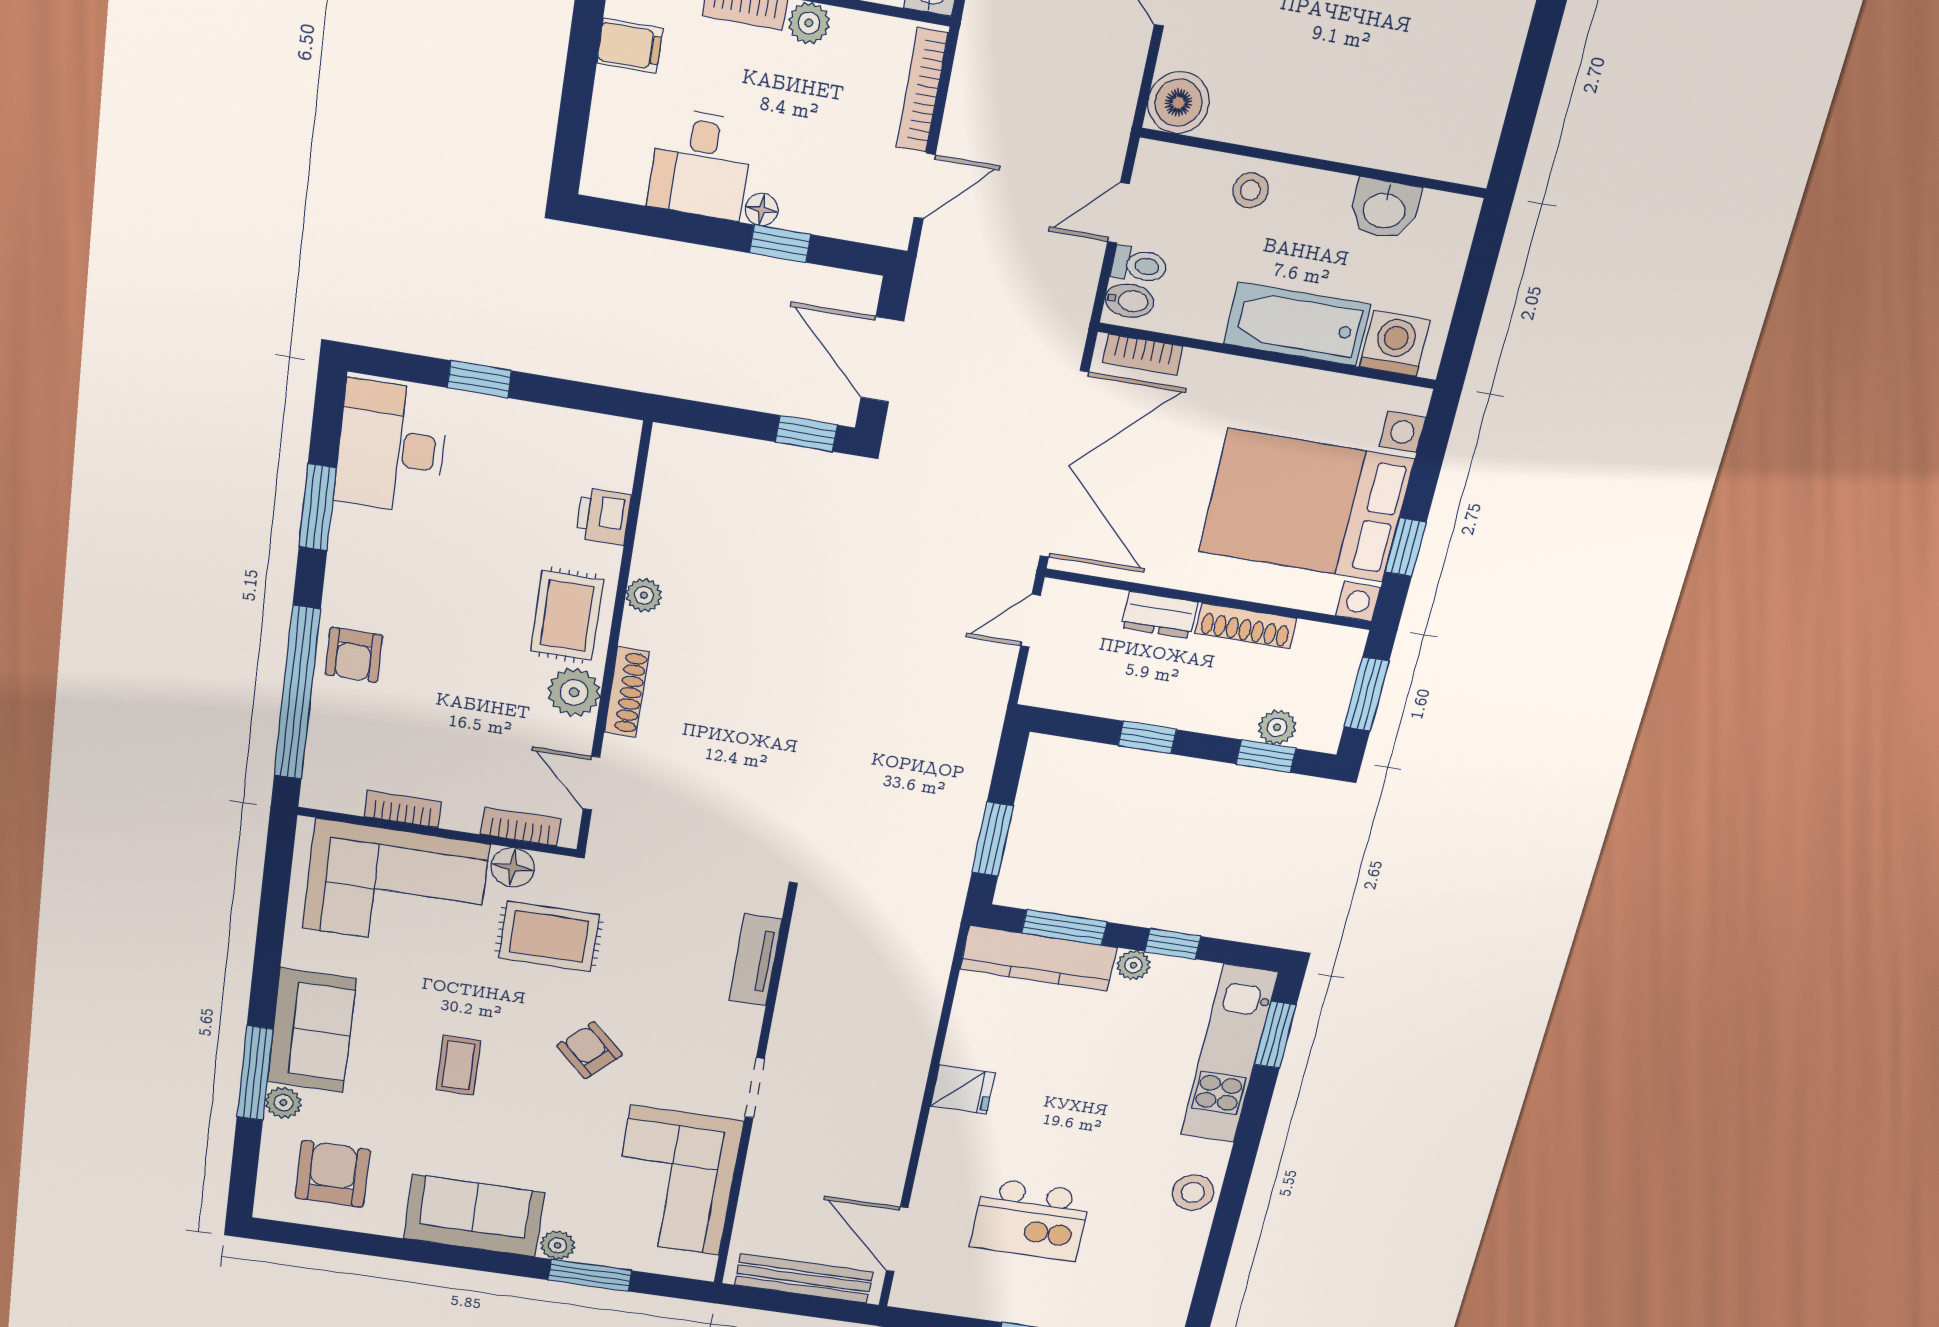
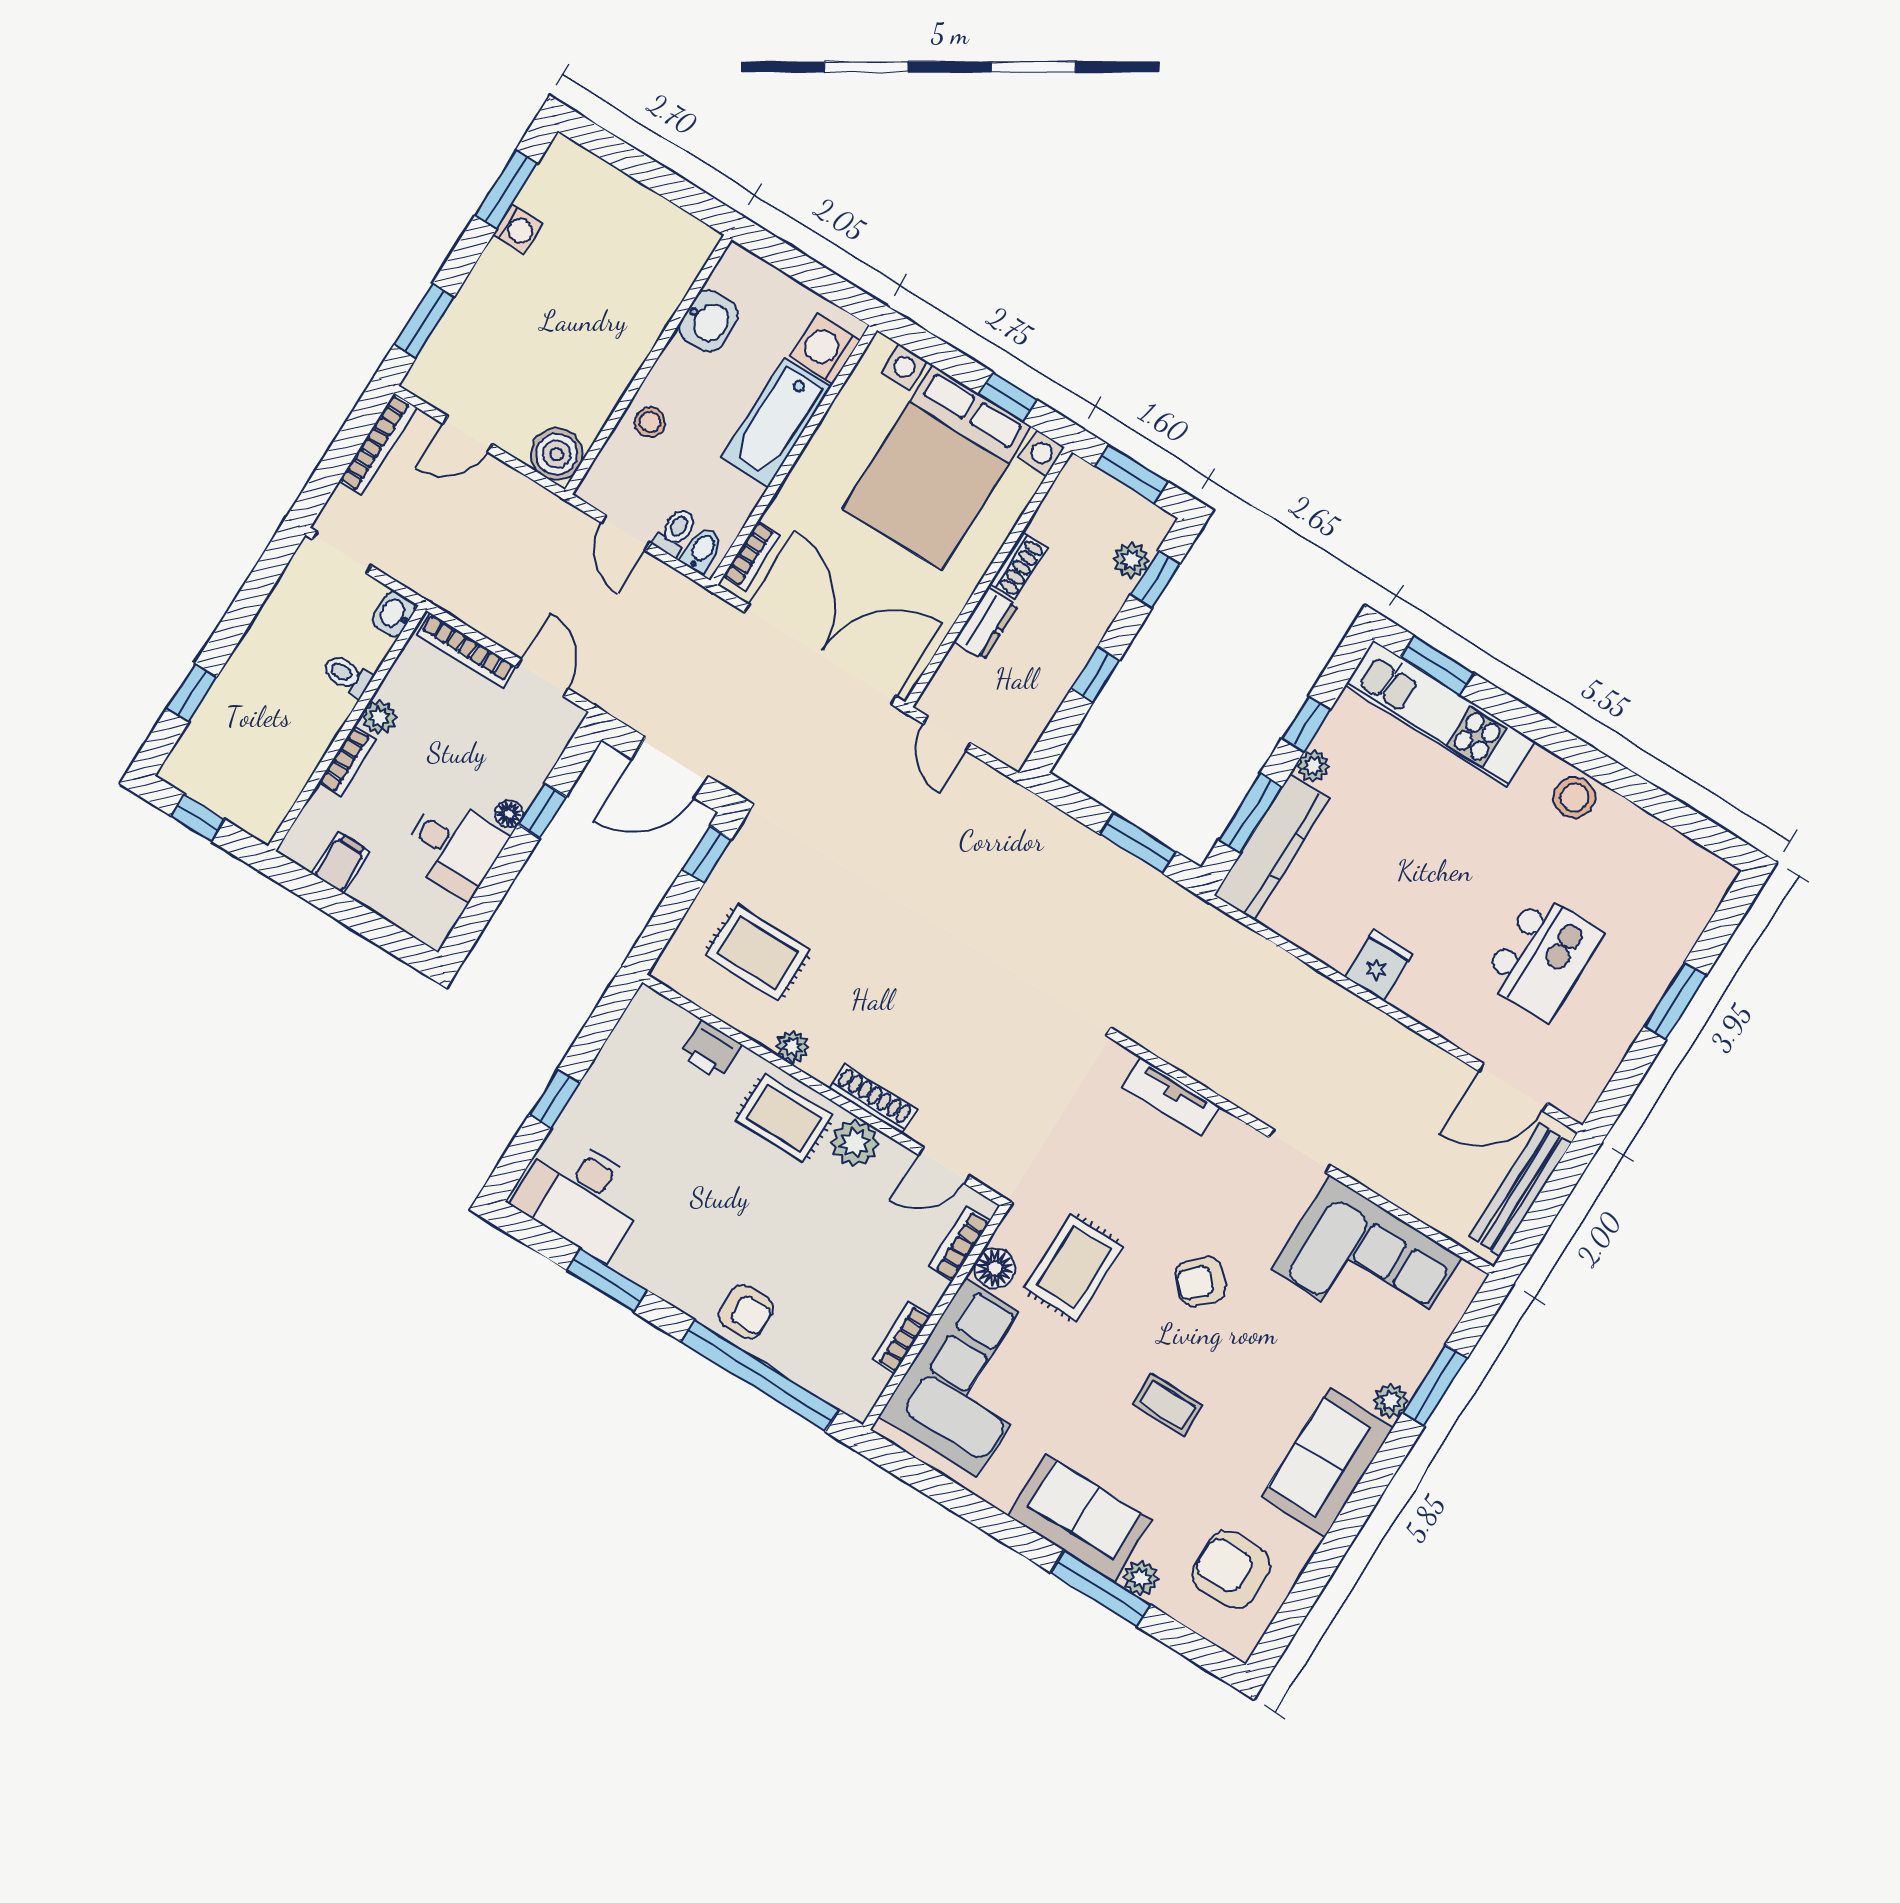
rug: (725, 524) -> (758, 953), added
shoe rack: (1246, 626) -> (1018, 566), width x0.70

